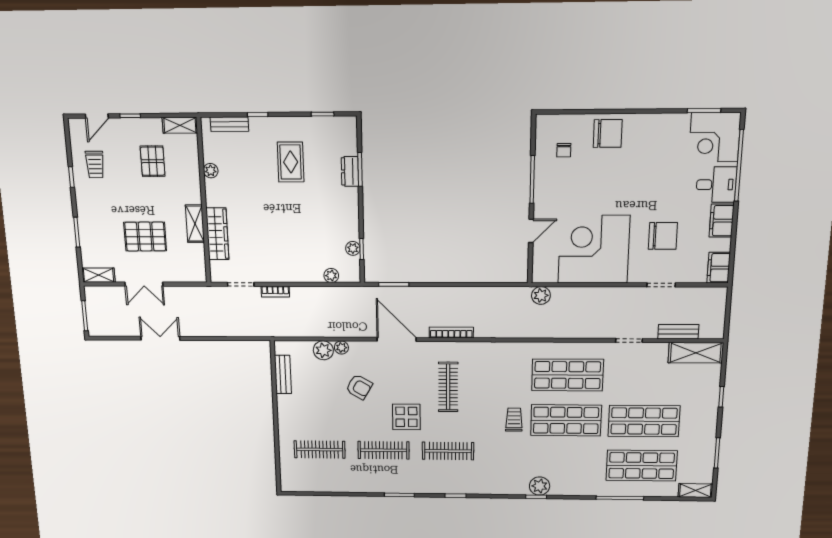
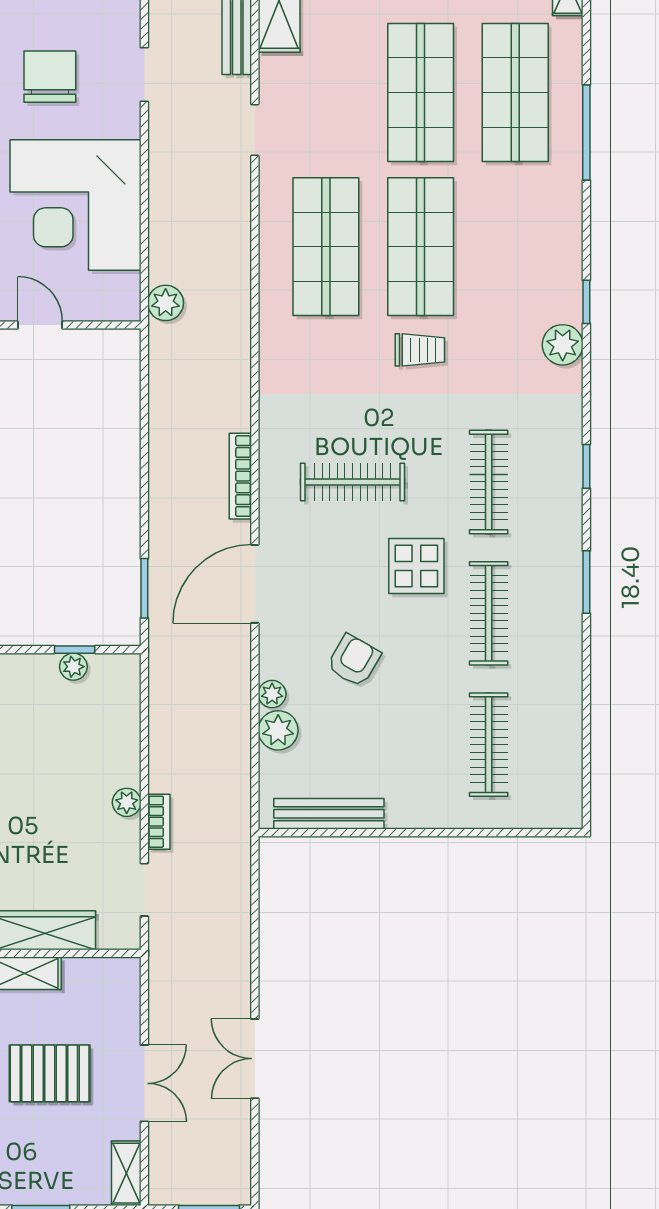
pallet: (145, 237) -> (50, 1073), turned 90
plant: (331, 276) -> (127, 802), moved
bench: (283, 375) -> (329, 814), width x1.36
trolley: (514, 420) -> (420, 350), turned 180
plant: (540, 486) -> (563, 345), moved

